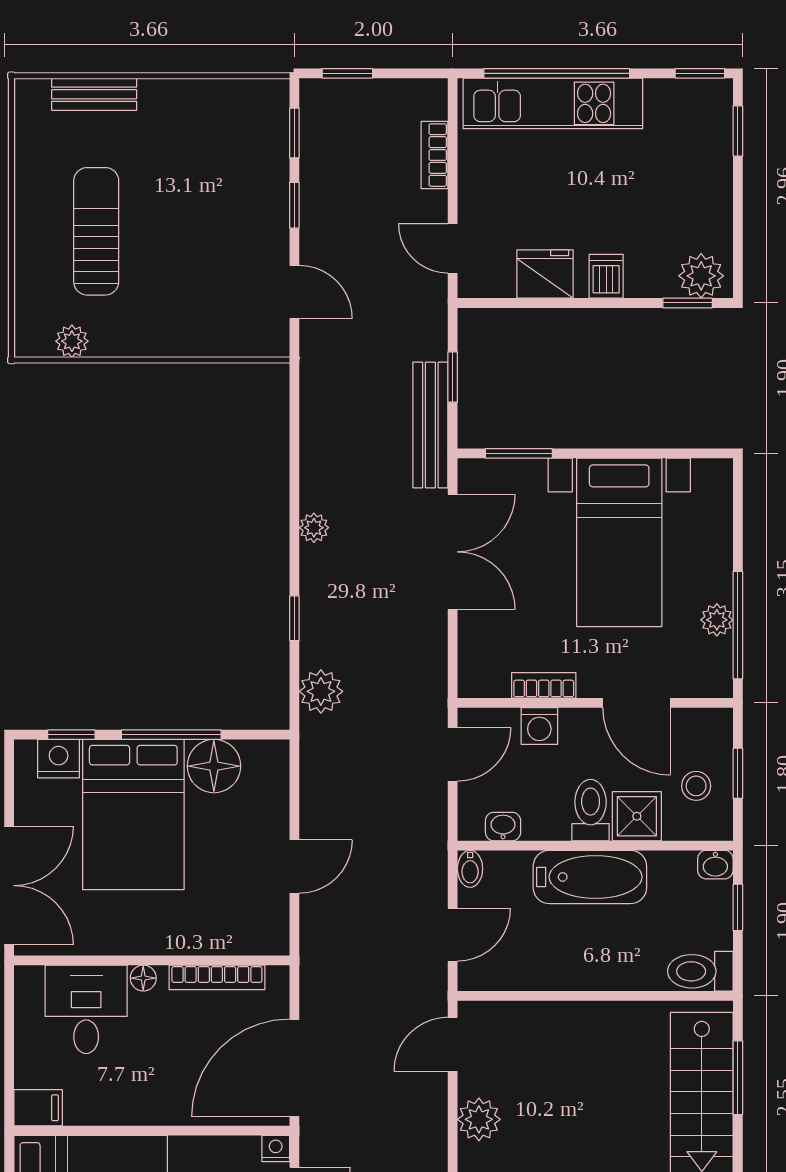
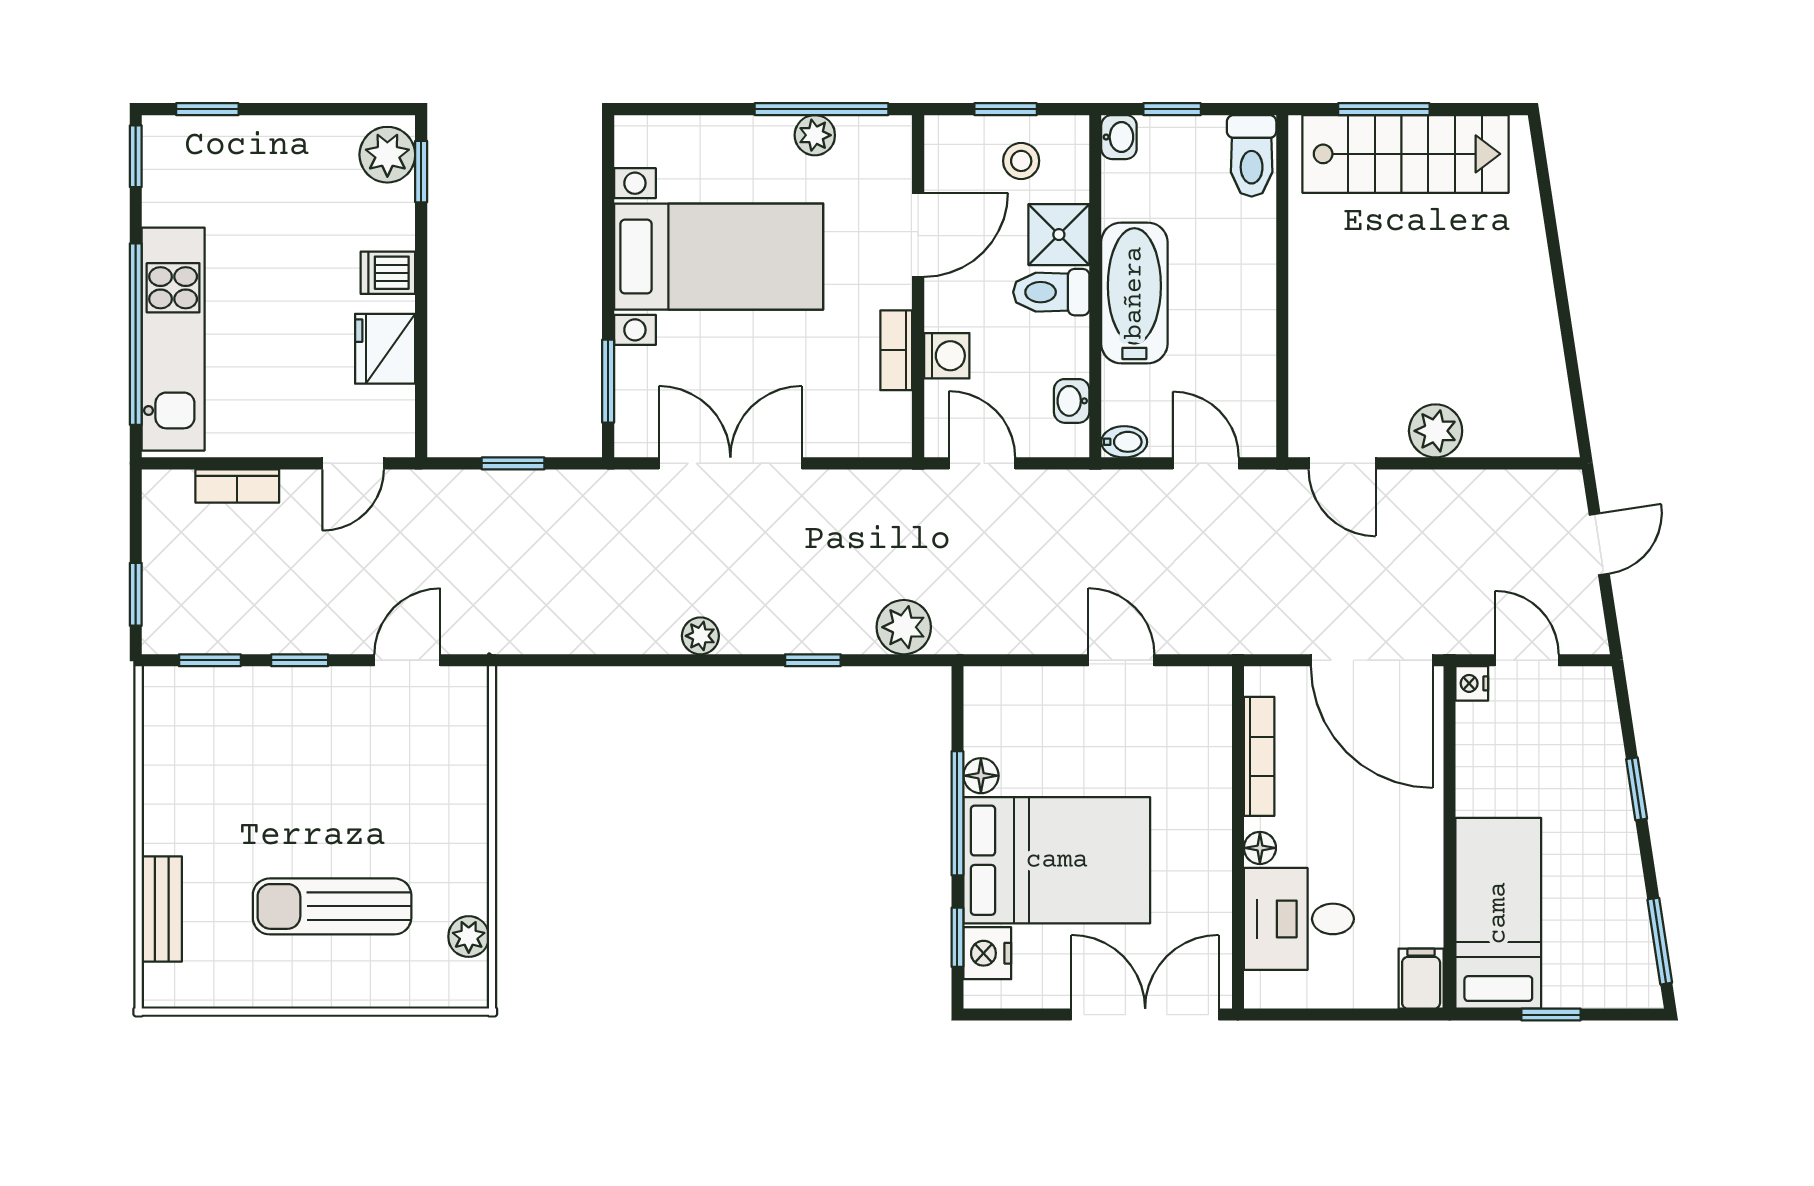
bench: (430, 425) -> (573, 491), removed
floor lamp: (214, 766) -> (981, 776), width x0.53, depth x0.53

